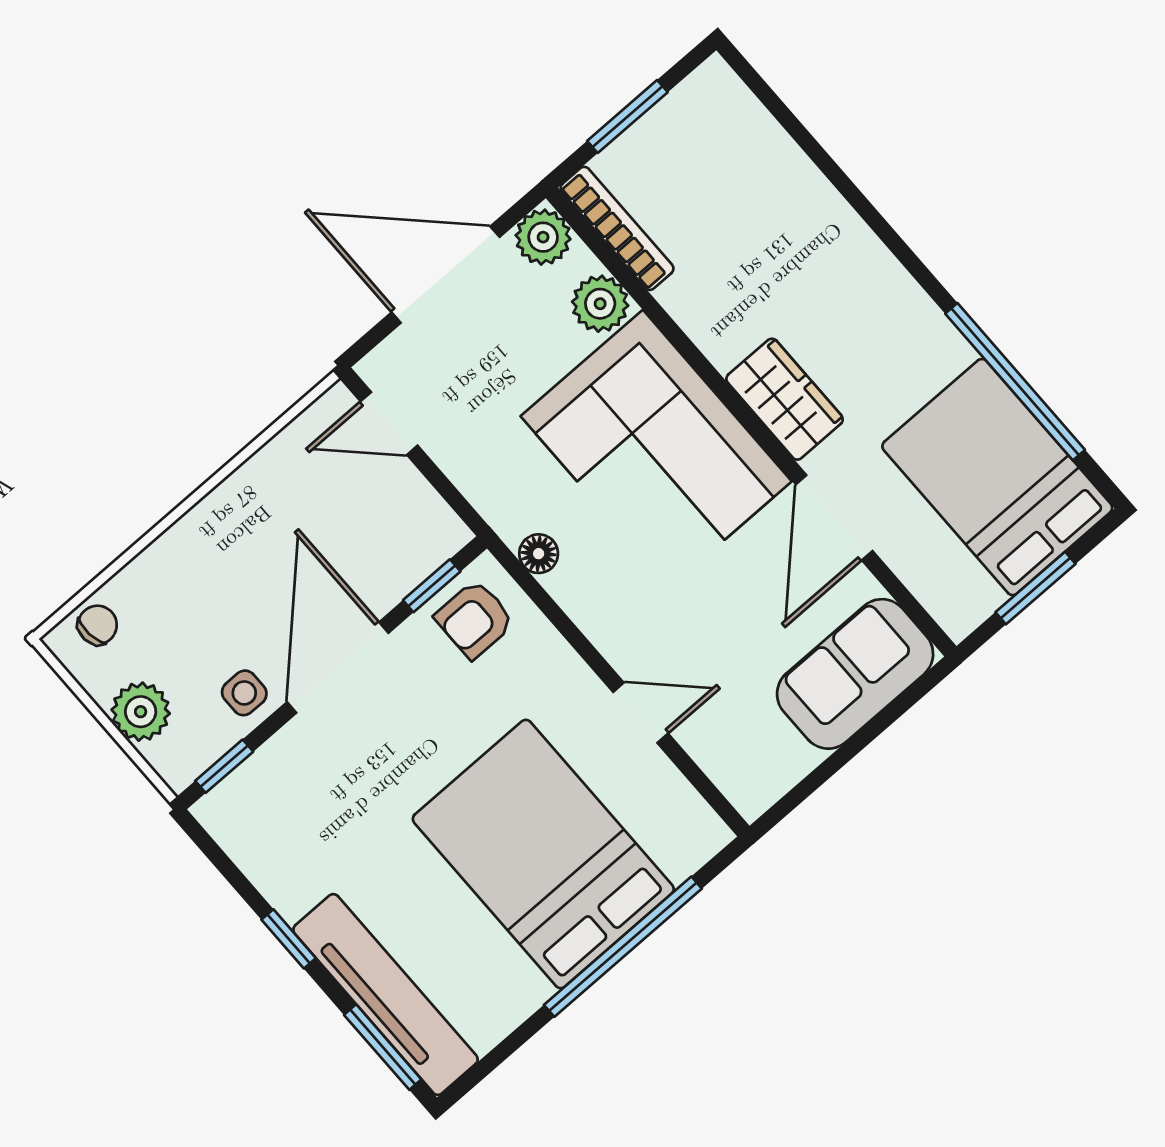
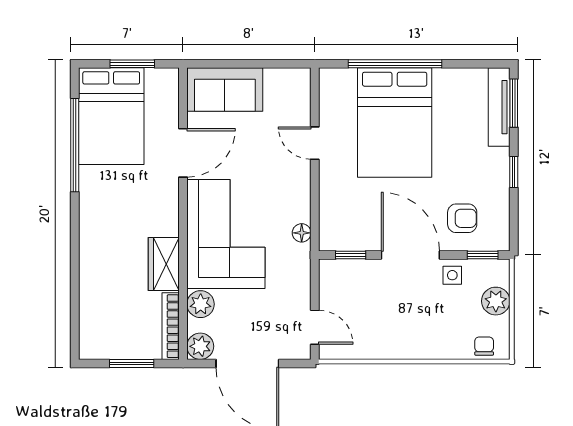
wardrobe: (785, 399) -> (164, 264), moved
armchair: (475, 619) -> (462, 218), moved
chair: (97, 625) -> (484, 346), turned 96
door: (338, 667) -> (410, 255), swing flipped
tv unit: (386, 994) -> (499, 107), width x0.73, depth x0.78

